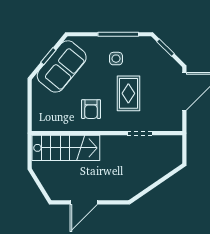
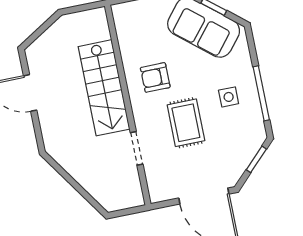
rug: (128, 93) -> (186, 123), turned 90
stairs: (66, 148) -> (104, 88), moved

